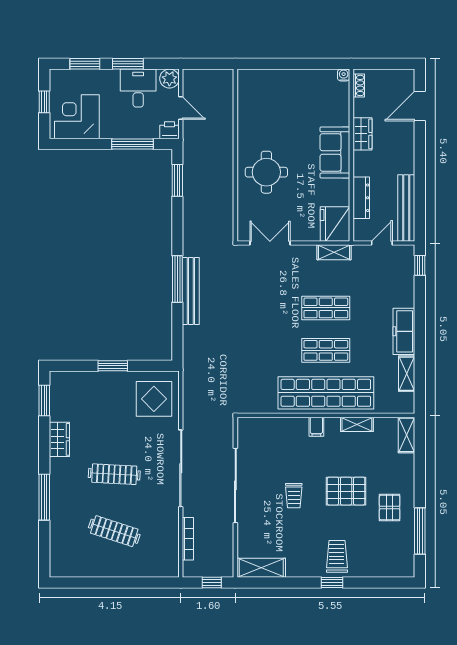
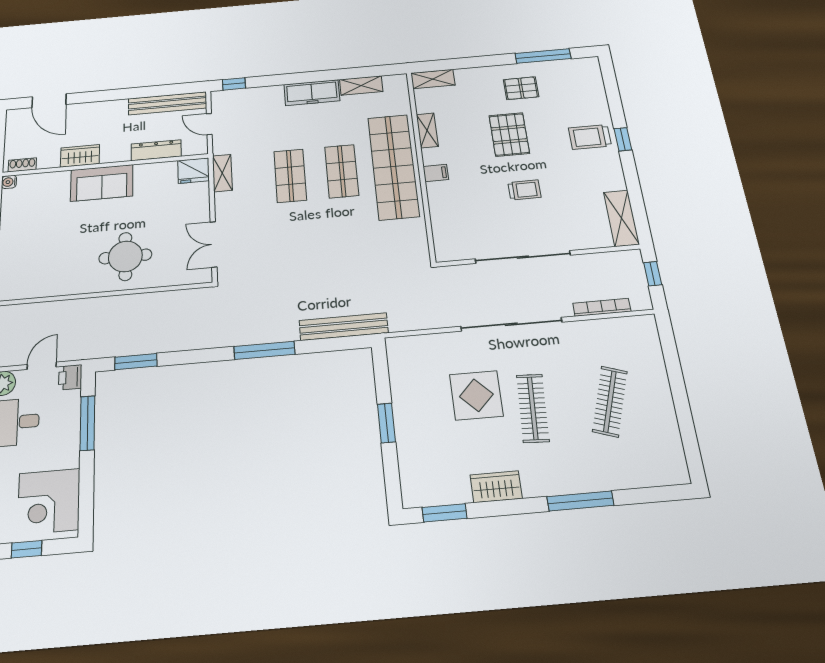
fridge: (335, 224) -> (193, 171), width x0.73, depth x0.75
bench: (191, 291) -> (344, 327), moved
display table: (154, 399) -> (476, 395), moved

